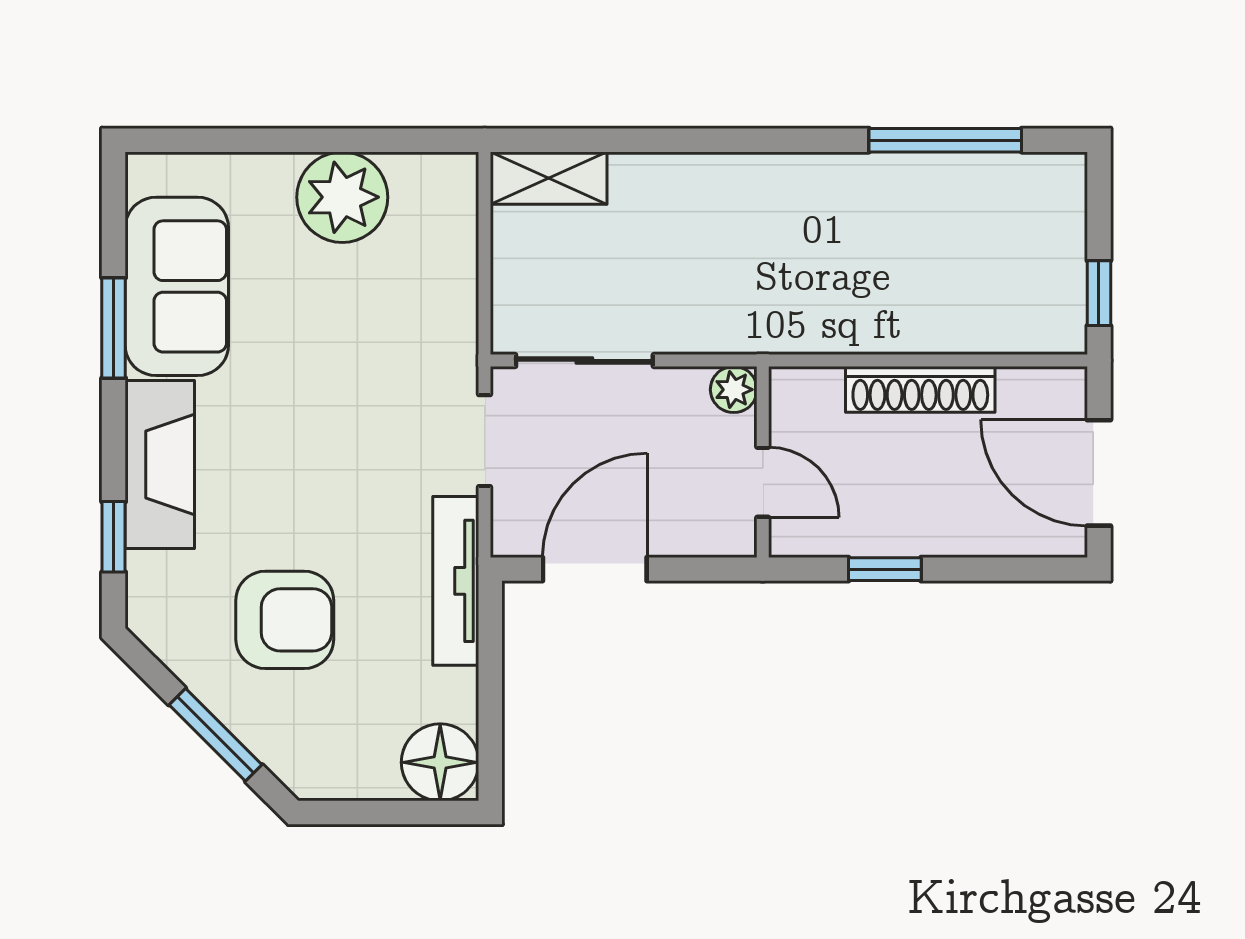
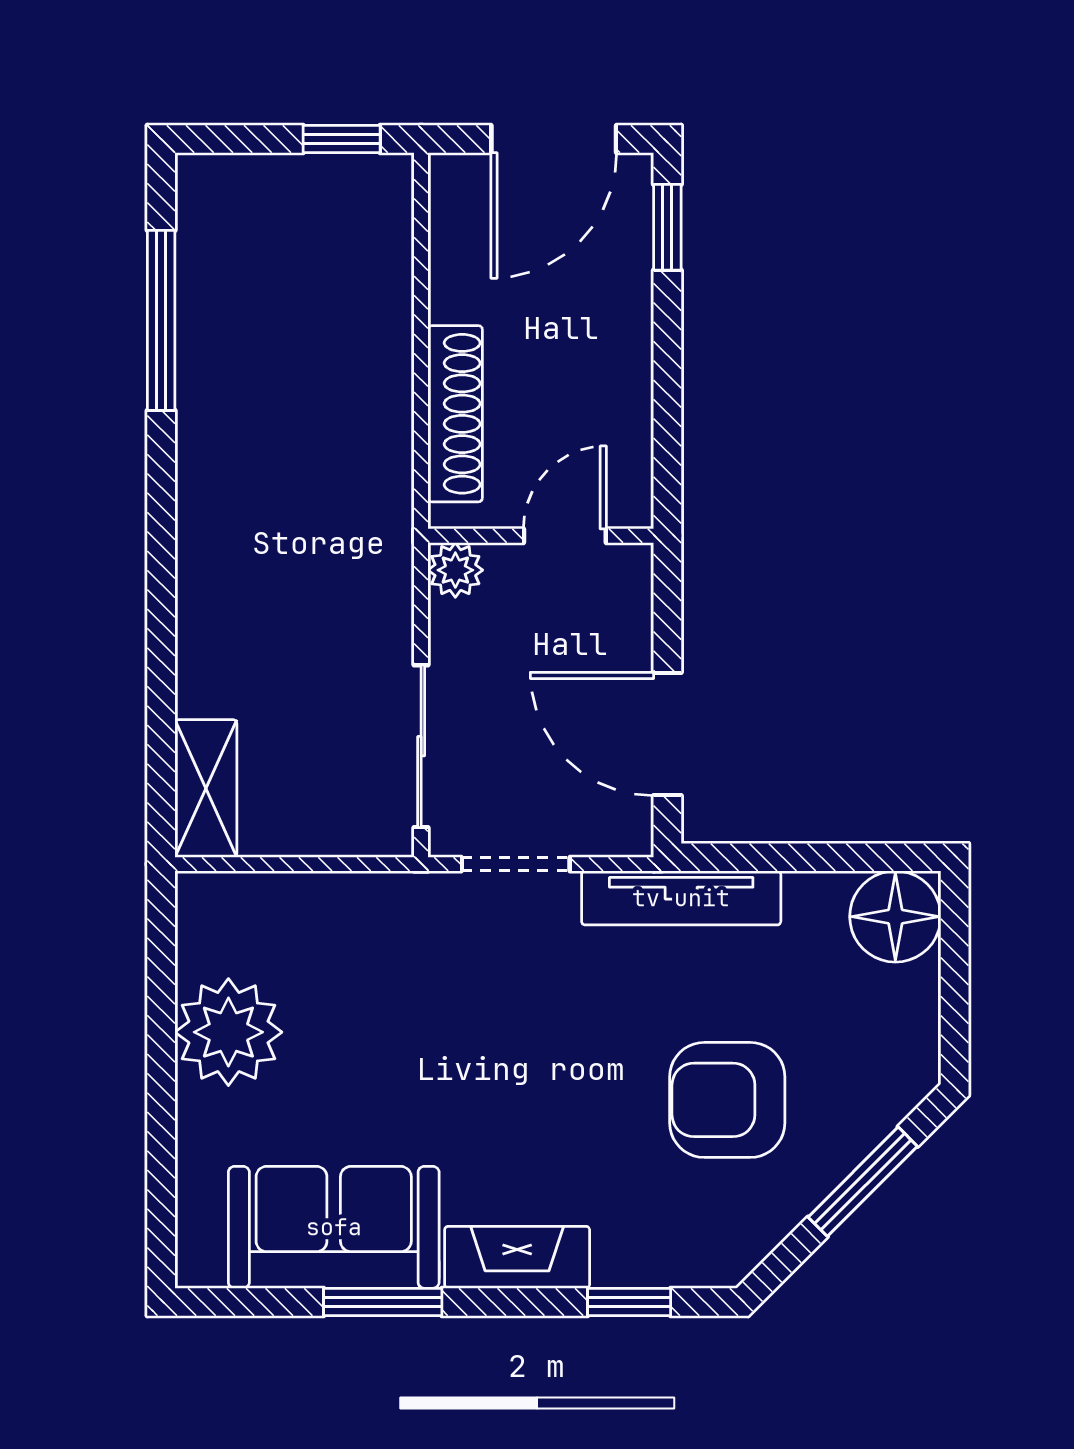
shoe rack: (920, 389) -> (455, 414), moved
fireplace: (160, 464) -> (517, 1257), width x0.73, depth x0.76
window: (885, 569) -> (667, 227), moved
armchair: (285, 620) -> (727, 1100), turned -90

